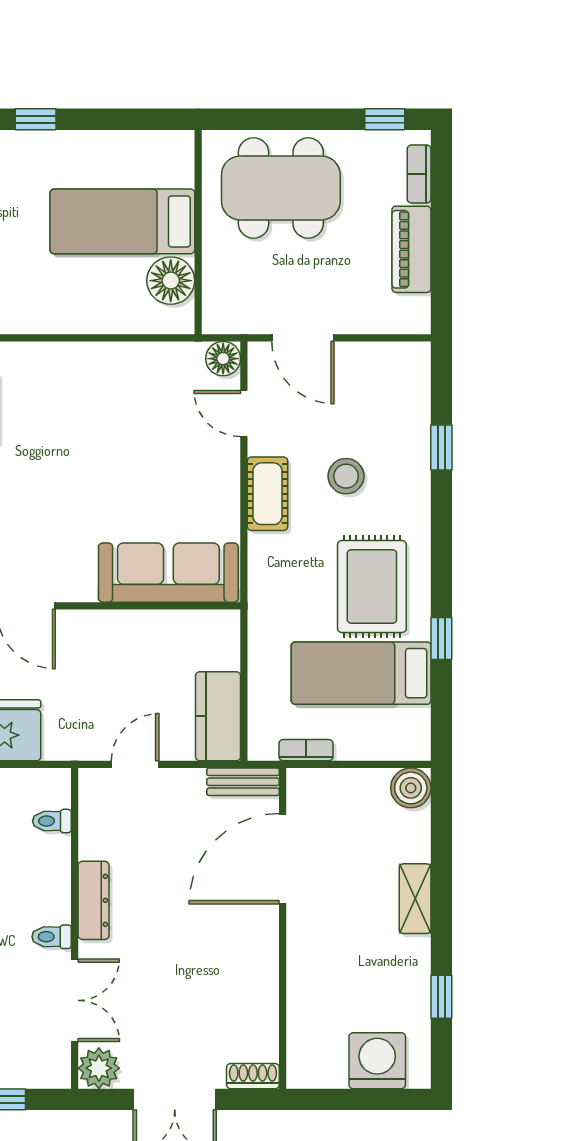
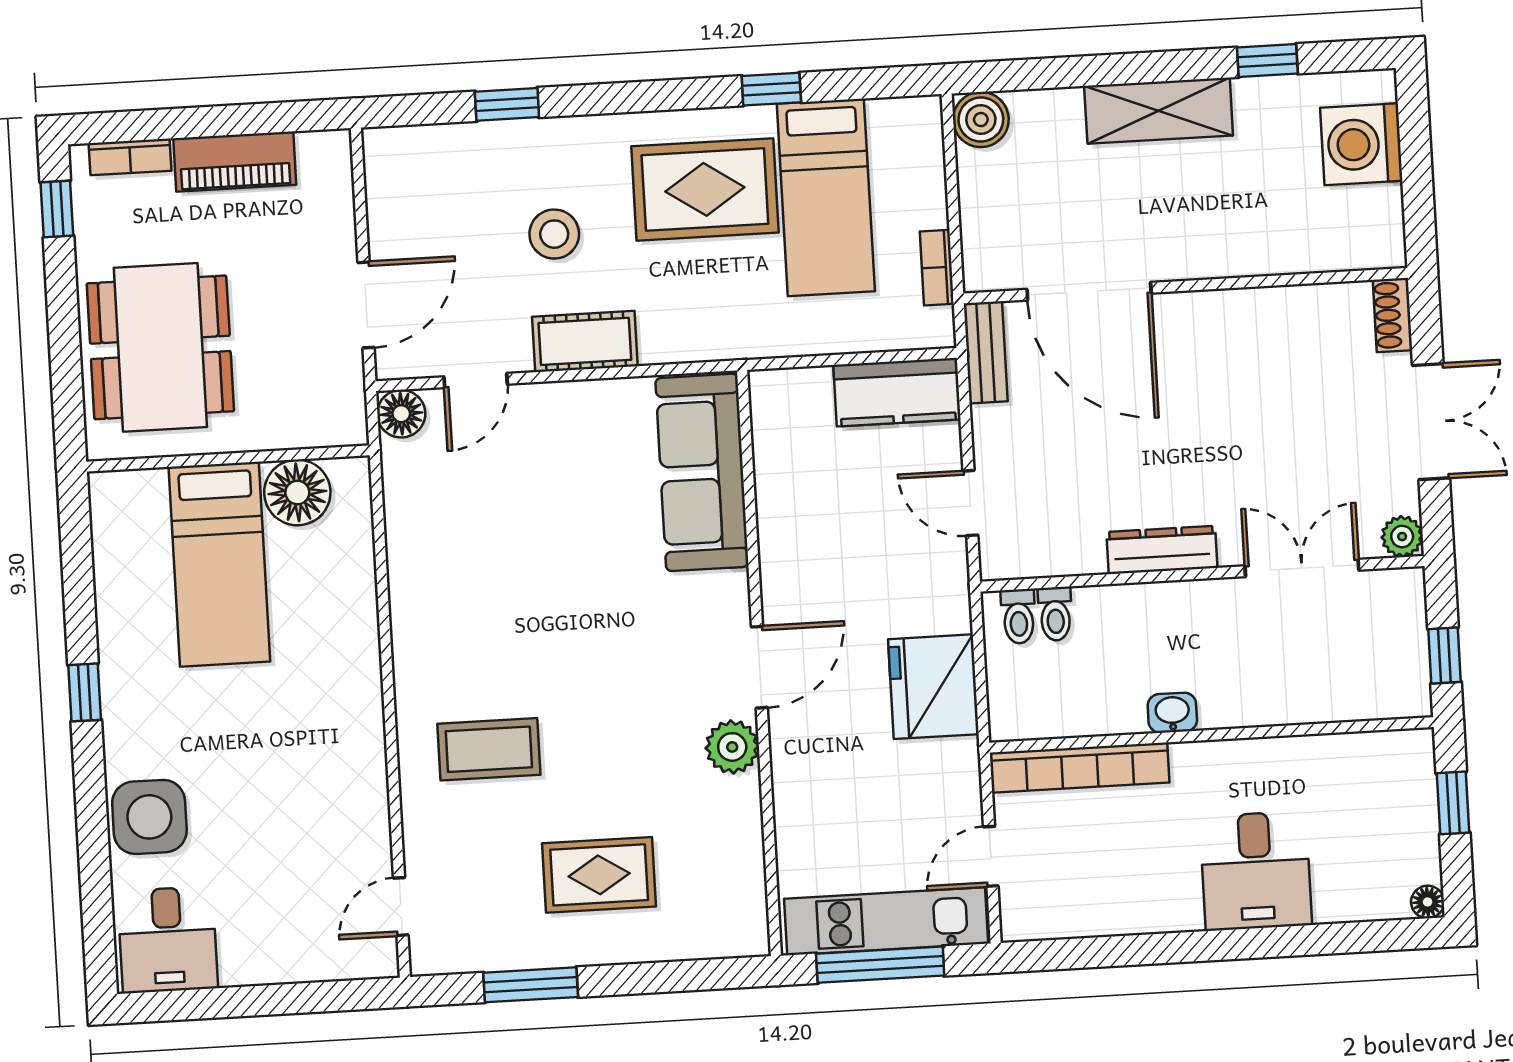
shelving: (415, 899) -> (1159, 111), width x1.50, depth x1.33
toilet: (52, 937) -> (1018, 616), moved
plant: (99, 1068) -> (1402, 537), width x0.73, depth x0.73

